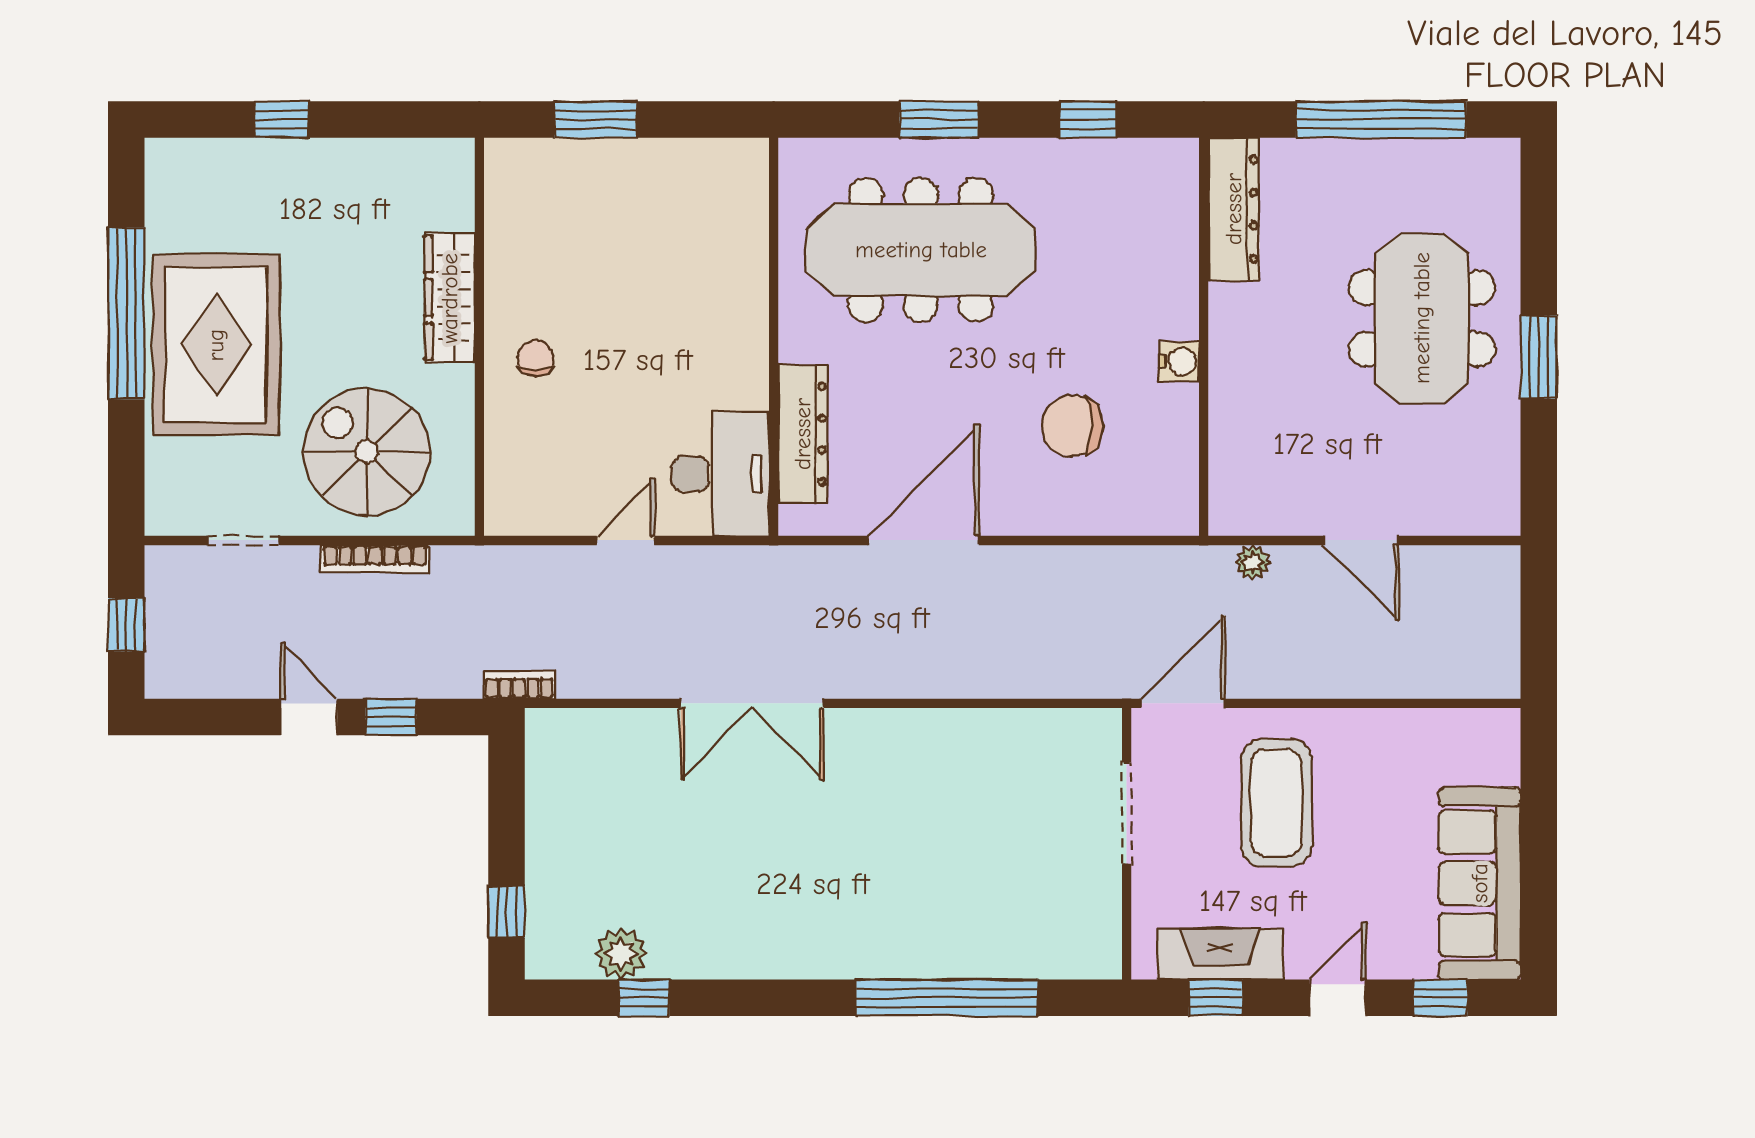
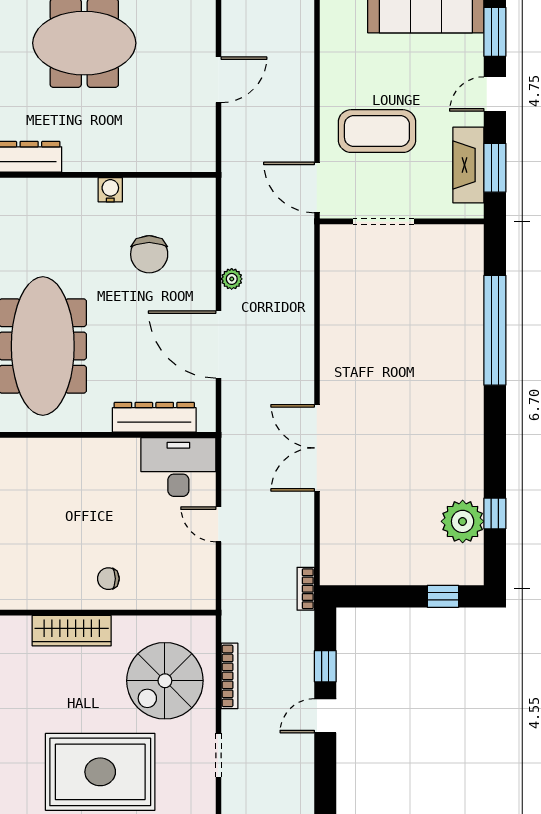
plant: (1253, 562) -> (232, 279), moved
double door: (752, 703) -> (317, 448), swing flipped
plant: (621, 954) -> (463, 521), width x1.36, depth x1.36
window: (1216, 998) -> (495, 168), width x1.50
door: (1338, 998) -> (495, 94), hinge flipped
window: (1440, 998) -> (495, 32), width x1.50

